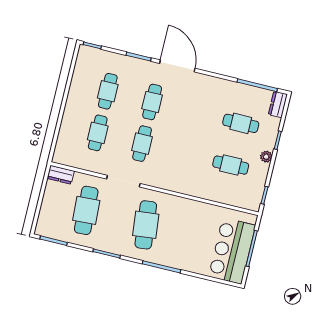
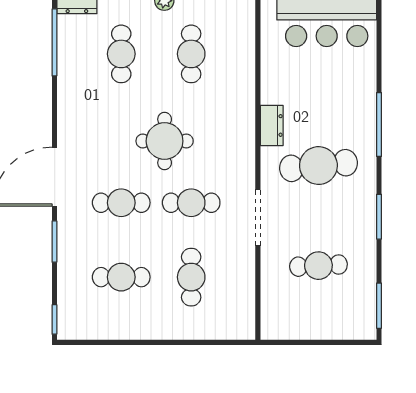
cafe table: (98, 133) -> (191, 277), turned 90
round table: (183, 137) -> (165, 141), added
dresser: (61, 175) -> (272, 125), moved
cafe table: (86, 210) -> (318, 266), width x0.73, depth x0.74

